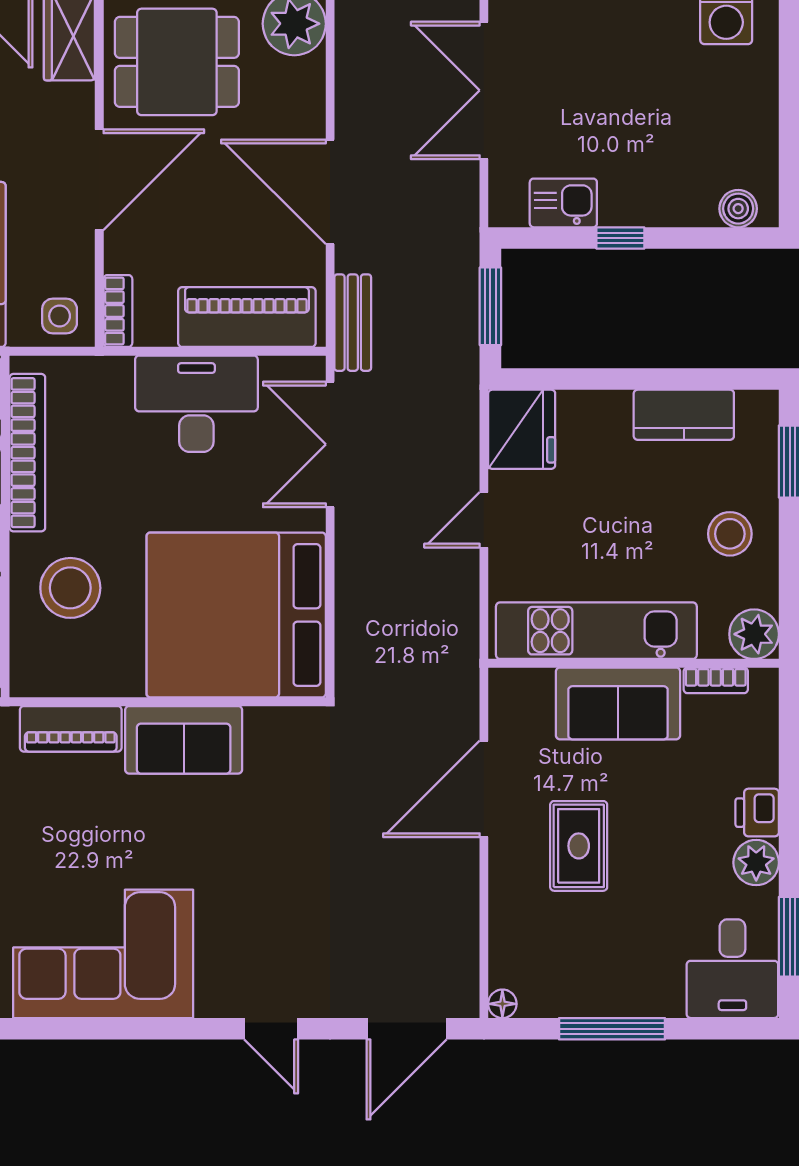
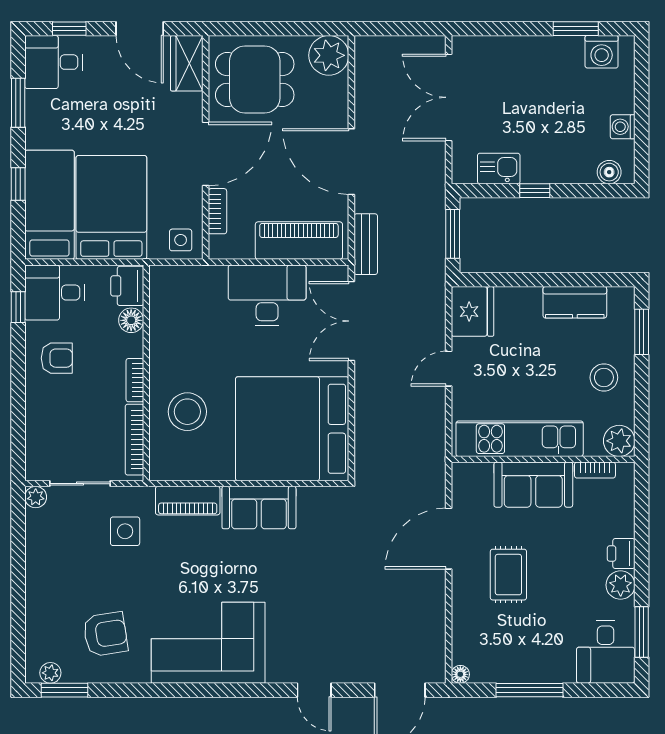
washing machine: (760, 137) -> (623, 127), added
bookcase: (118, 311) -> (217, 211), moved
bookcase: (27, 453) -> (160, 326), removed

